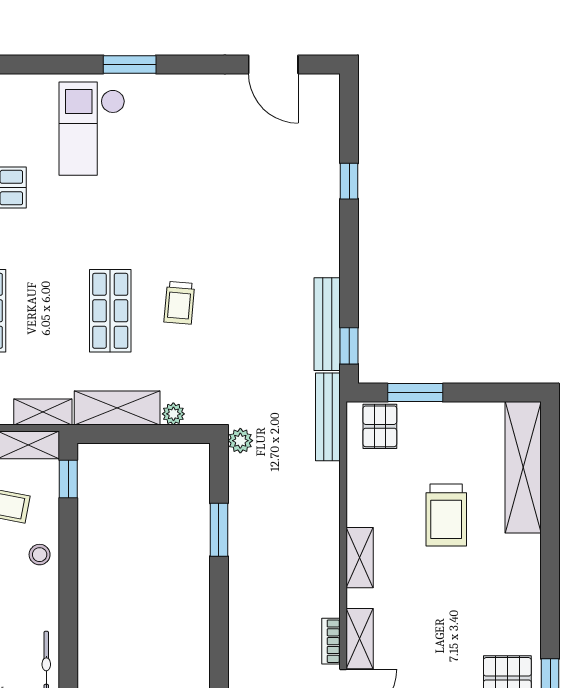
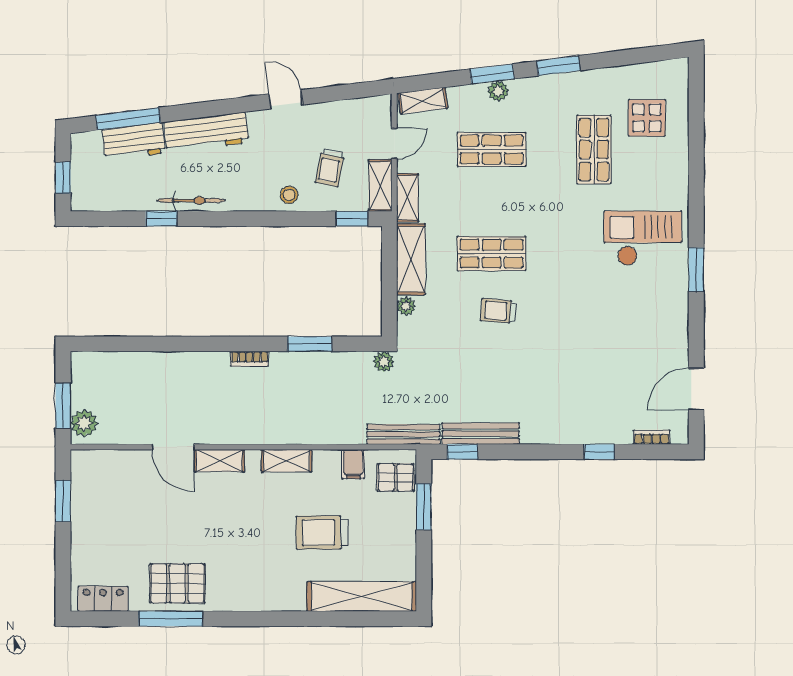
bookcase: (331, 118) -> (652, 437), added
filing cabinet: (364, 477) -> (353, 464), added
bookcase: (331, 641) -> (249, 359), moved, turned 180

